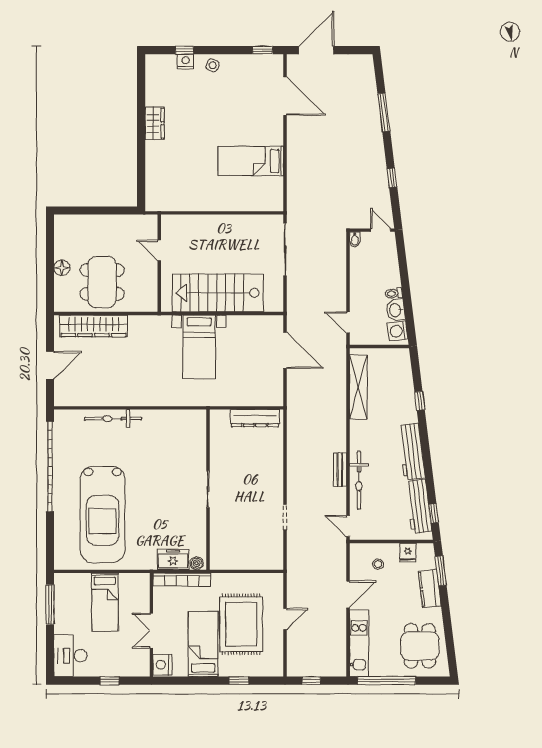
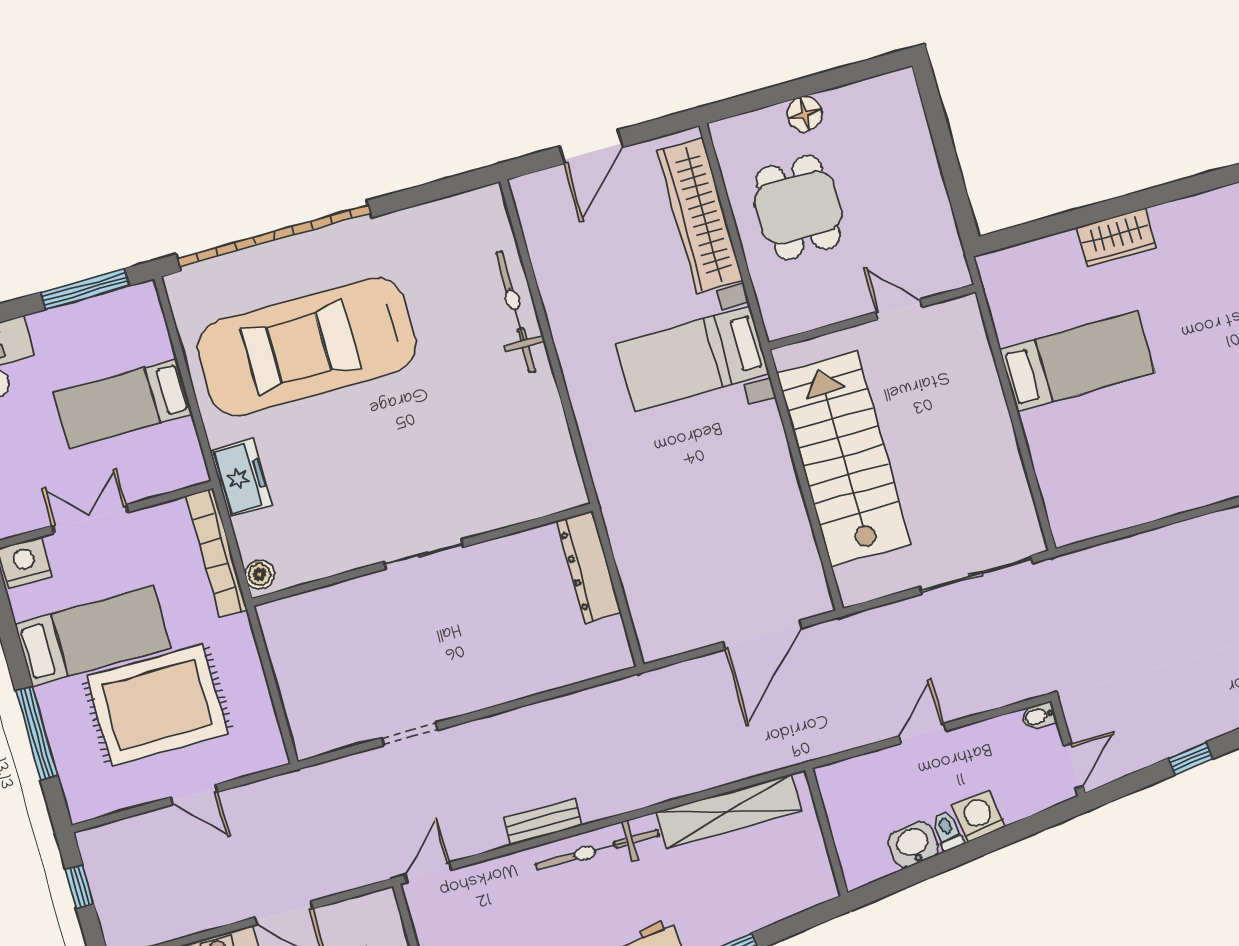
wardrobe: (155, 123) -> (1117, 238), moved
bed: (251, 161) -> (1077, 361), moved, turned 90
door: (159, 250) -> (899, 310), hinge flipped
dining table: (102, 282) -> (798, 207), width x0.73
door: (348, 322) -> (922, 733), moved
washing machine: (398, 331) -> (979, 816), moved
bed with nightstands: (199, 347) -> (693, 359), moved
door: (50, 365) -> (591, 147), hinge flipped
dresser: (255, 418) -> (589, 567), moved
garage door: (50, 466) -> (274, 236), moved
bicycle: (359, 480) -> (597, 850), moved
freezer: (173, 560) -> (241, 478), moved
window: (239, 681) -> (37, 734), width x2.17

